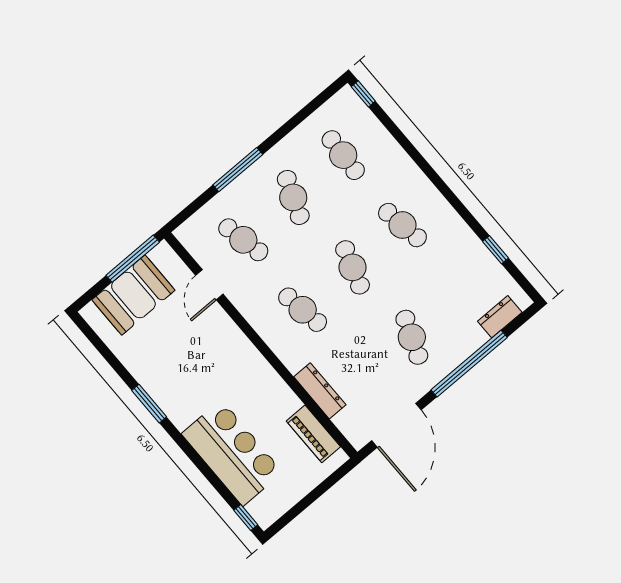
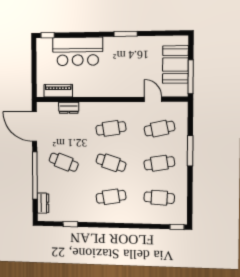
cafe table: (293, 197) -> (159, 163), turned -30
dresser: (320, 391) -> (69, 108), width x0.70

